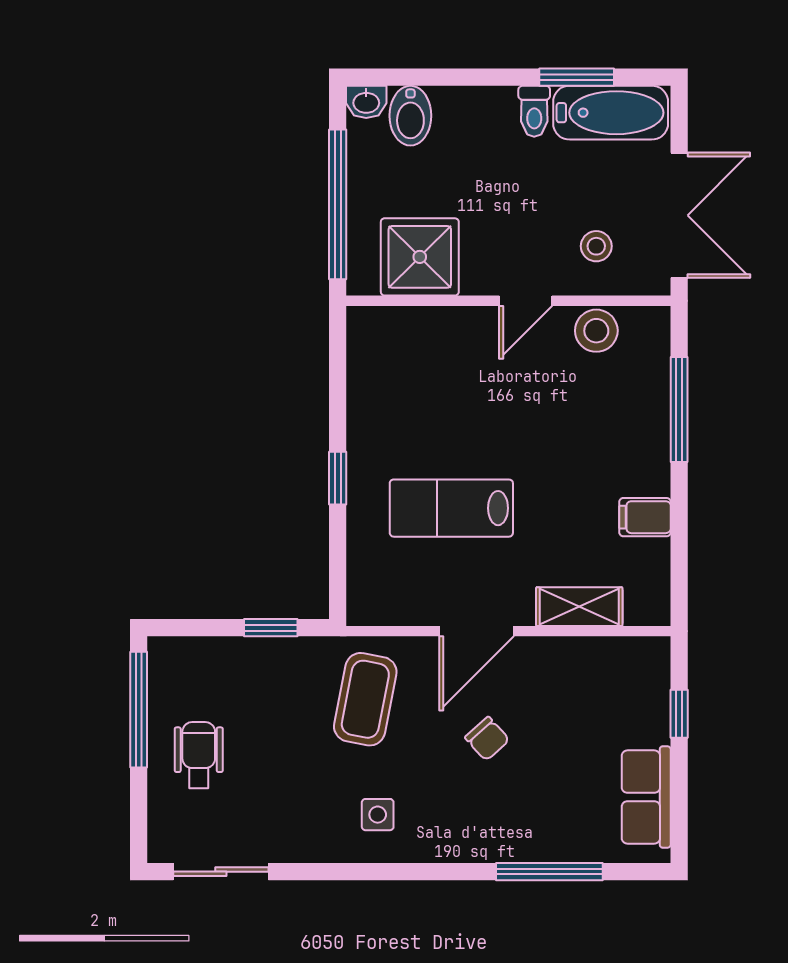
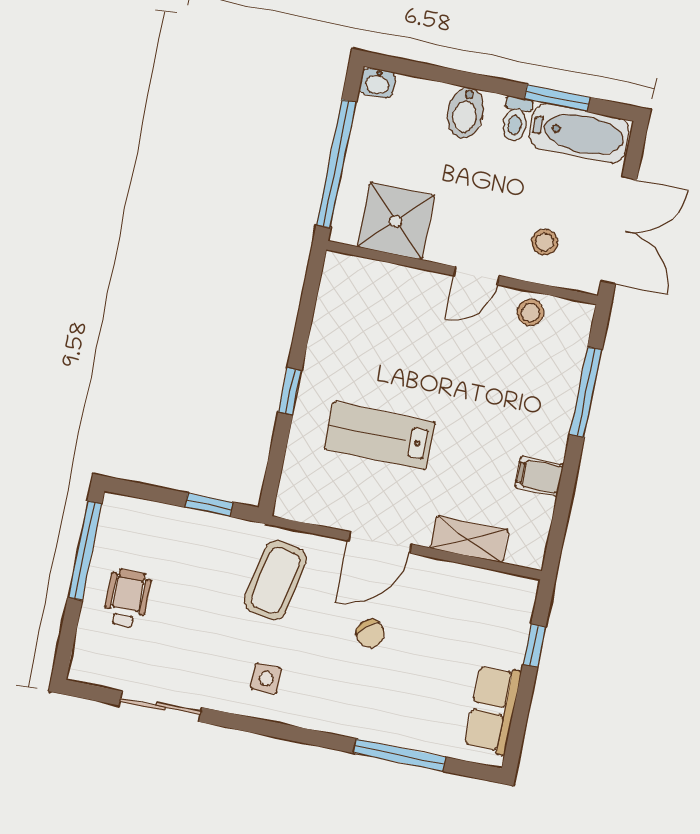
bidet: (410, 116) -> (466, 113), moved
stool: (596, 331) -> (530, 312), width x0.73, depth x0.73
sliding door: (221, 872) -> (160, 706), moved

